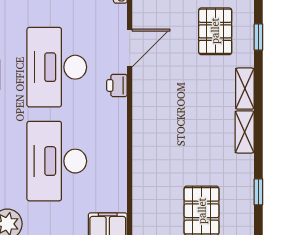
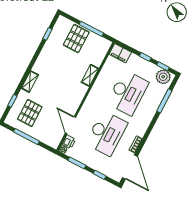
door: (130, 48) -> (71, 125), hinge flipped
printer: (117, 85) -> (69, 142), moved
shelving: (245, 132) -> (90, 75), moved

